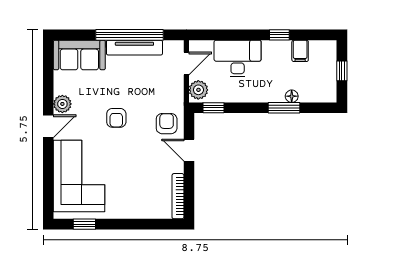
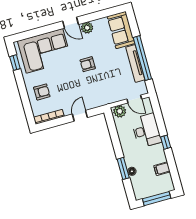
window: (279, 35) -> (166, 142), moved
window: (342, 71) -> (157, 199), width x2.17
window: (214, 108) -> (111, 124), removed
armchair: (167, 124) -> (42, 92), moved

